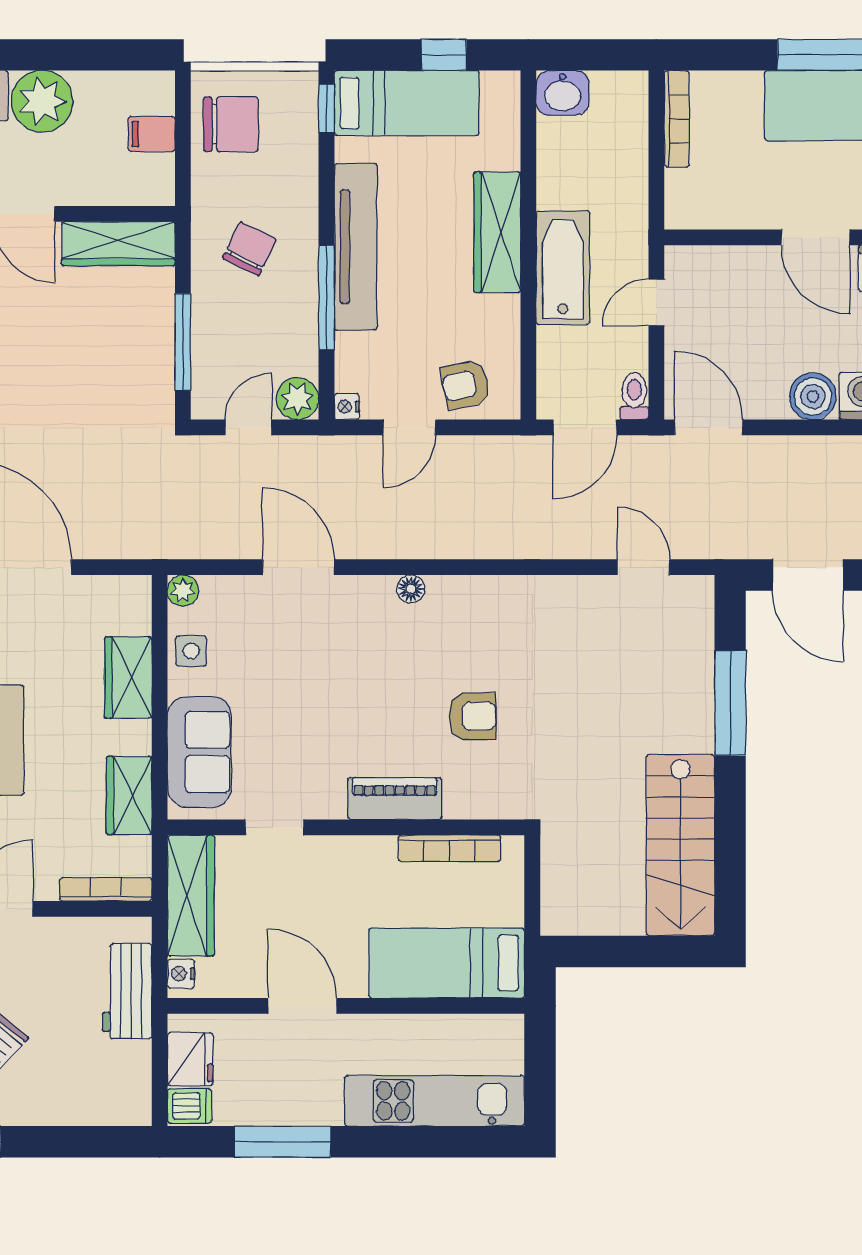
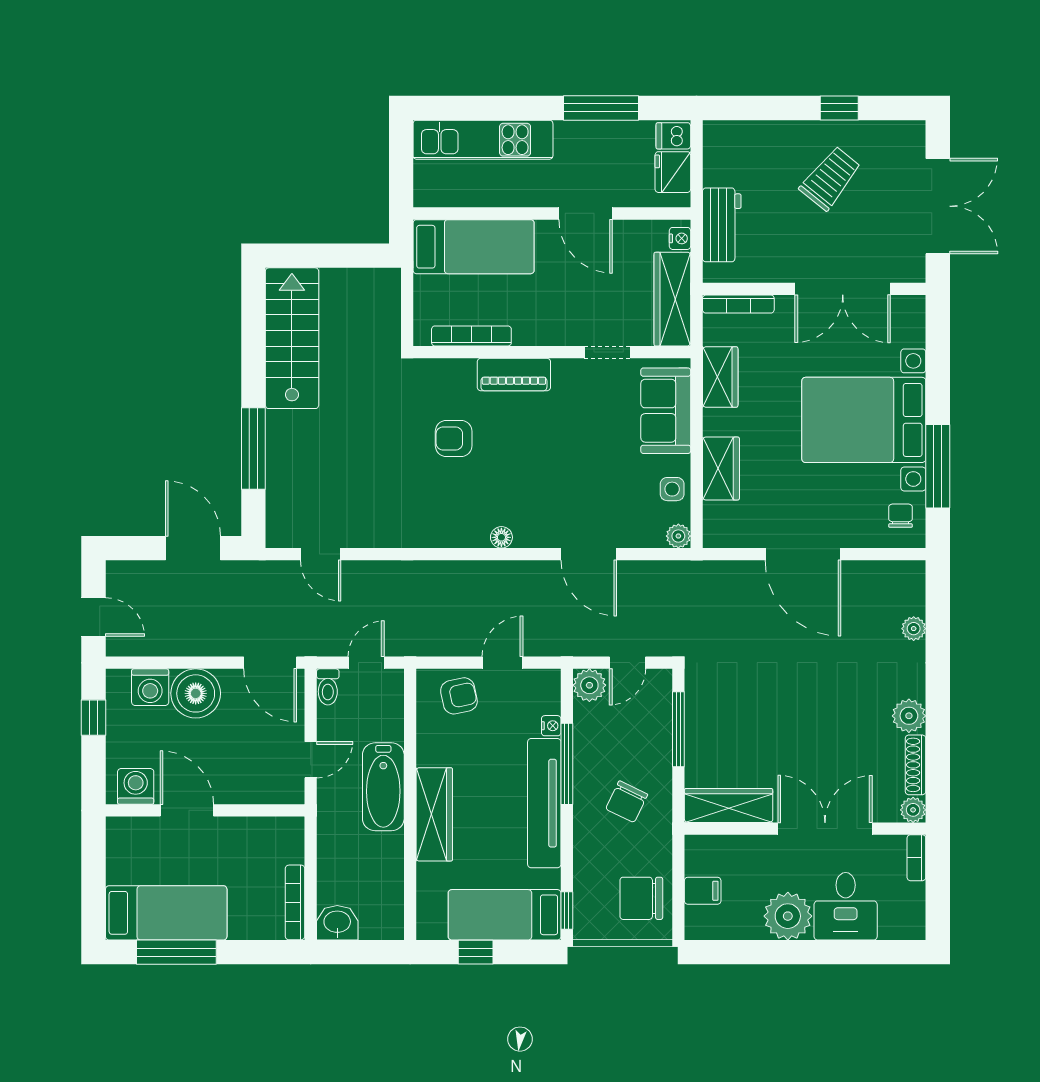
washbasin: (563, 93) -> (337, 923), moved
boiler: (813, 396) -> (196, 693), width x1.37, depth x1.37
nightstand: (347, 407) -> (551, 726), moved
door: (585, 427) -> (366, 663), width x0.73

